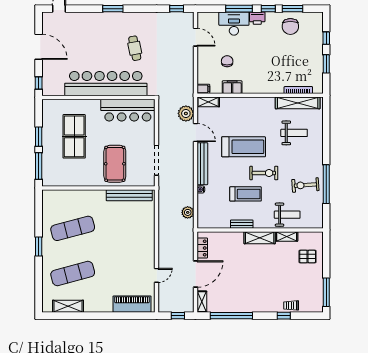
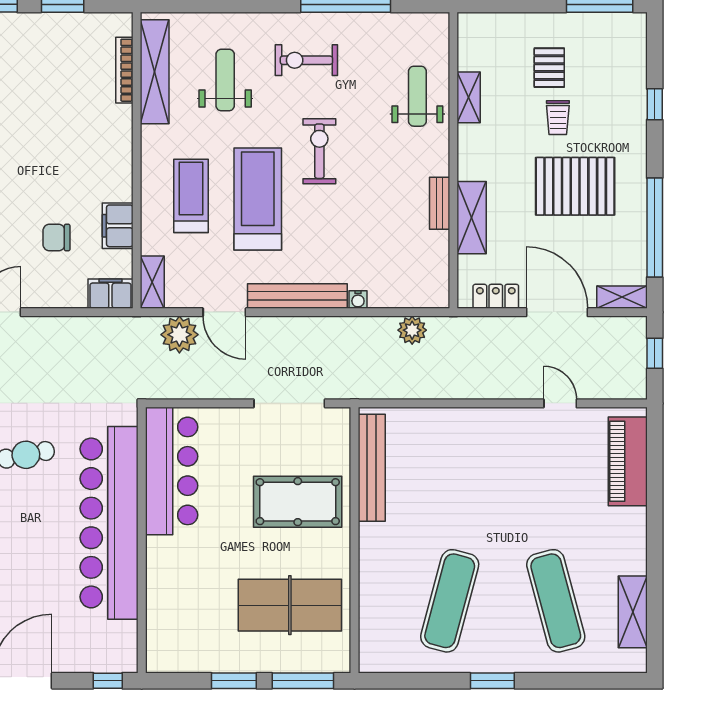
filing cabinet: (203, 89) -> (110, 294), width x2.00
door: (195, 133) -> (224, 312), swing flipped
table tennis table: (74, 136) -> (290, 605), moved
exercise bike: (305, 185) -> (306, 60), moved, turned 94
treadmill: (246, 194) -> (191, 196), moved
exercise mat: (73, 228) -> (450, 601), turned 30
shelving: (260, 238) -> (472, 218), moved
pallet: (308, 257) -> (549, 68), moved
pallet: (249, 282) -> (575, 186), added
trolley: (291, 305) -> (558, 118), moved

